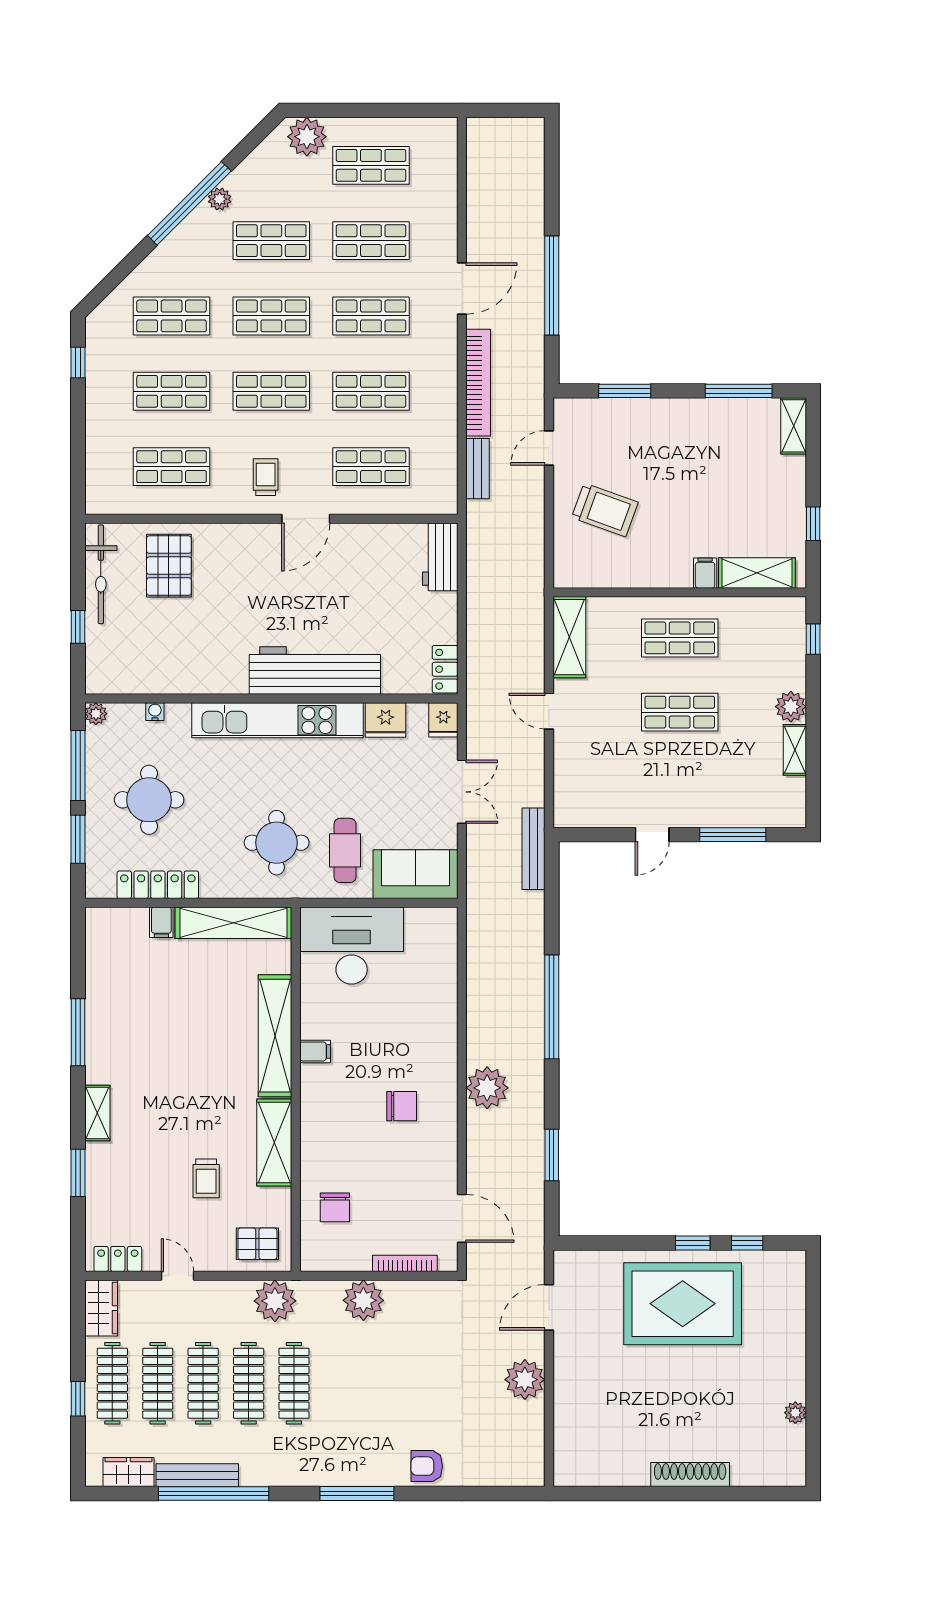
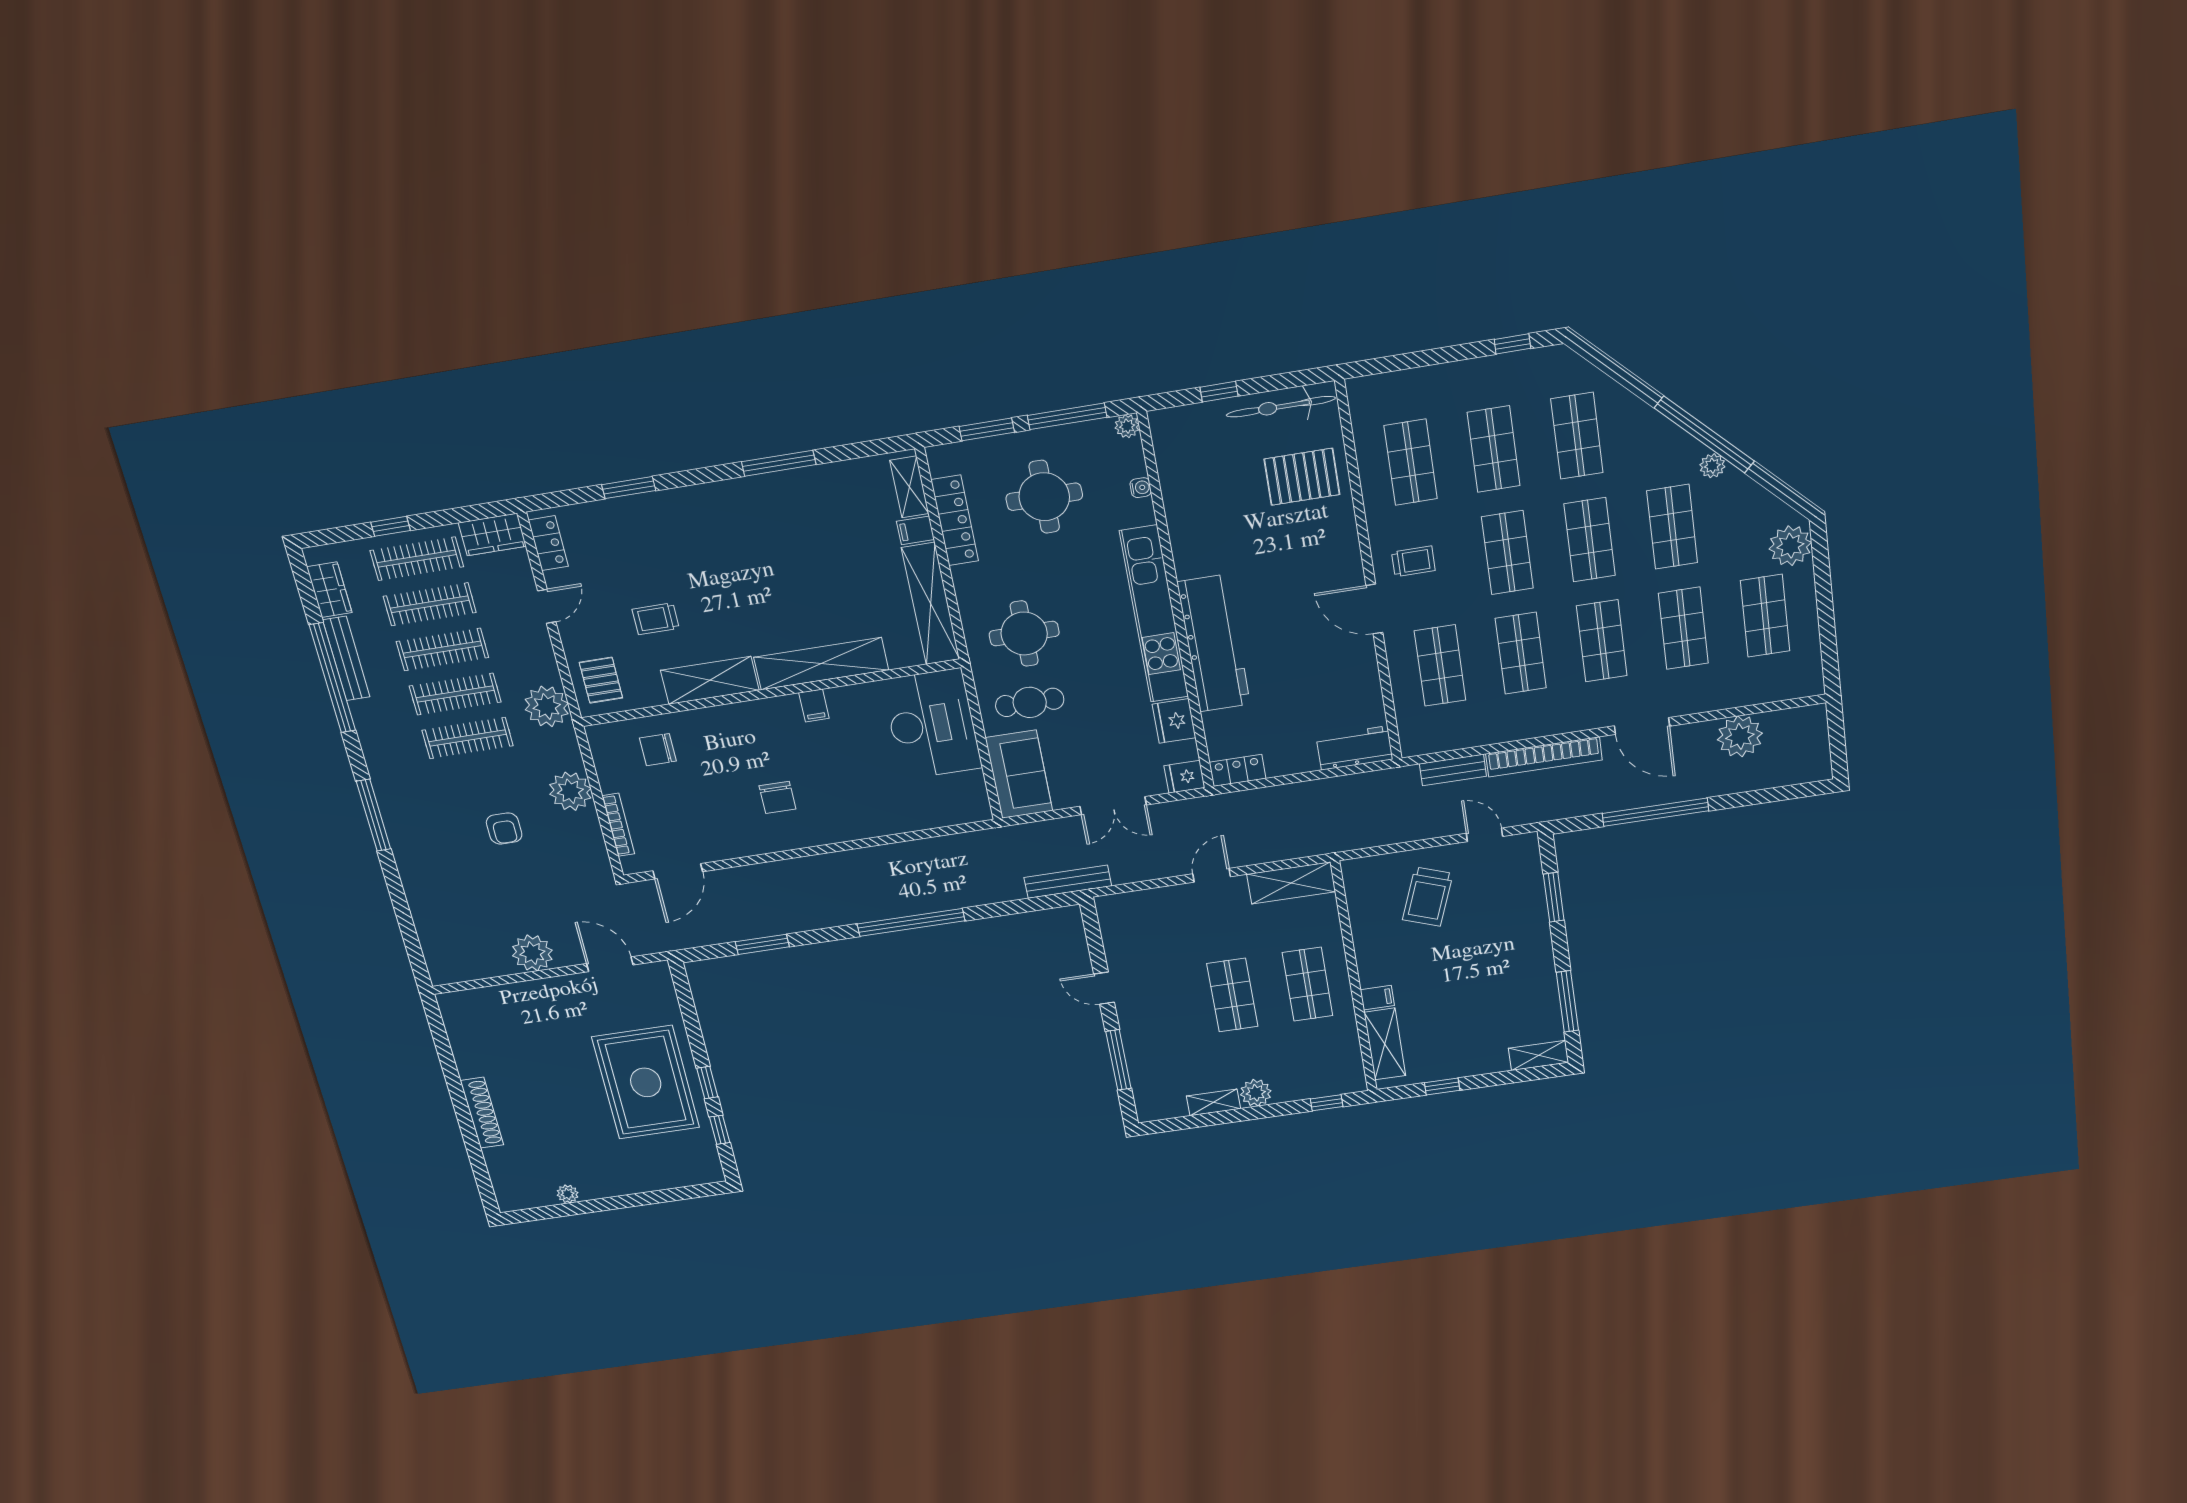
plant: (487, 1088) -> (1740, 736), moved
shelving: (97, 1113) -> (909, 487), moved, turned 90
armchair: (427, 1466) -> (504, 829), moved, turned 180

